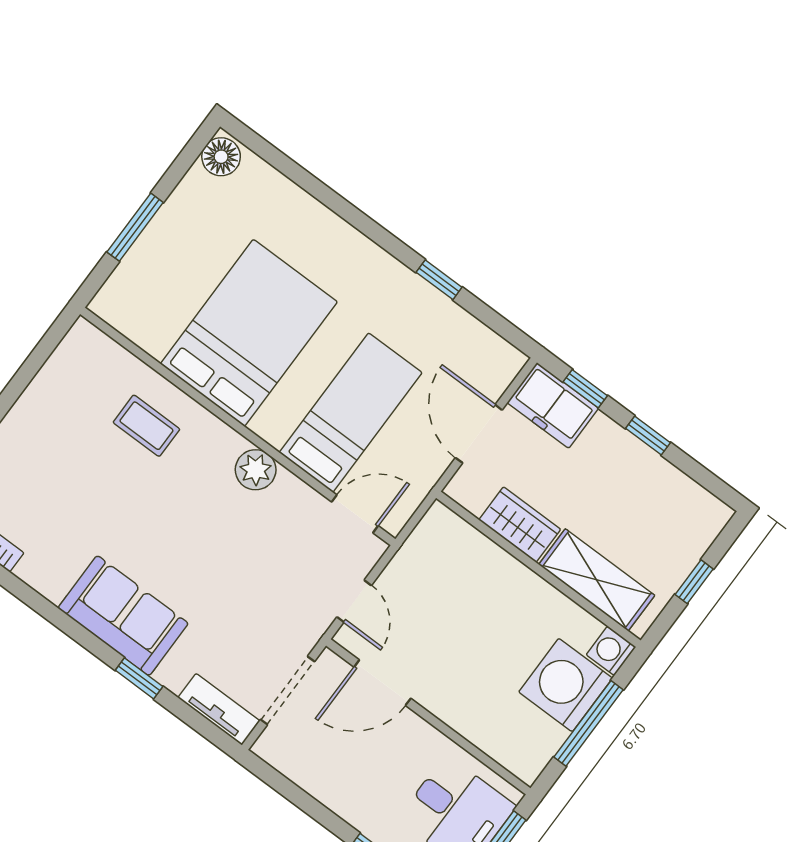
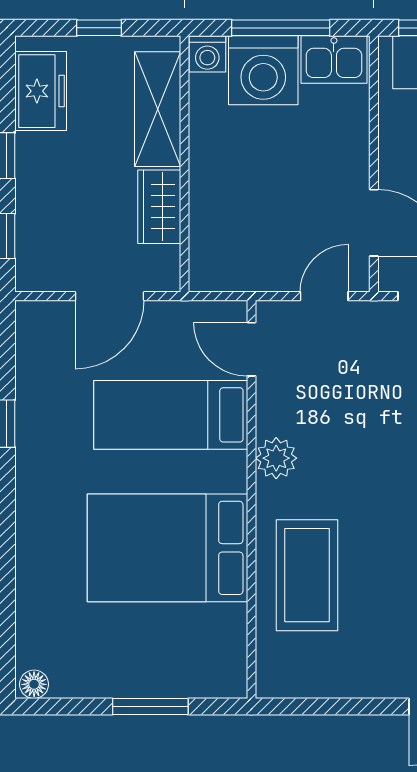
floor lamp: (221, 157) -> (34, 684), width x0.73, depth x0.73
freezer: (553, 405) -> (41, 91), moved
coffee table: (146, 426) -> (307, 575), width x1.86, depth x1.72
kitchen sink: (533, 746) -> (334, 60), added

